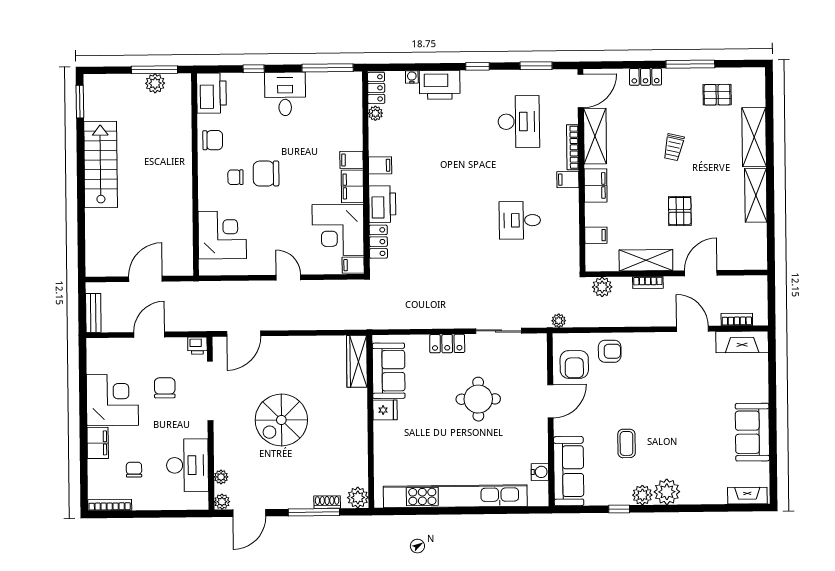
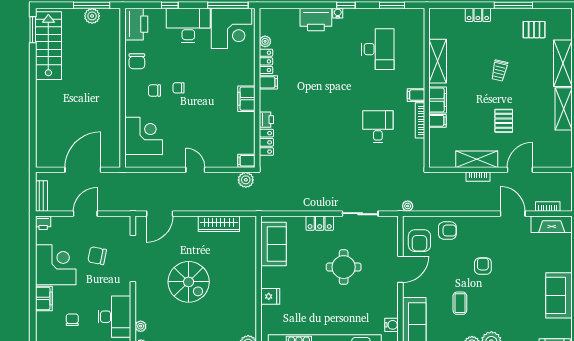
water cooler: (412, 77) -> (338, 13), moved
locker: (376, 88) -> (266, 61), moved
door: (581, 91) -> (427, 25), removed
desk: (285, 94) -> (188, 25), width x1.37
chair: (213, 140) -> (137, 61), turned 90
bookcase: (573, 147) -> (420, 120), moved
filing cabinet: (351, 160) -> (246, 78), removed
stairs: (101, 165) -> (48, 46), moved
chair: (266, 174) -> (179, 88), width x0.54, depth x0.54
printer: (382, 204) -> (266, 120), width x0.53, depth x0.68
desk: (520, 220) -> (378, 127), turned 90
corner desk: (338, 230) -> (231, 28), moved, turned -90
filing cabinet: (596, 235) -> (438, 121), moved
door: (145, 279) -> (83, 170), width x1.36
plant: (602, 287) -> (246, 180), moved
printer: (197, 346) -> (43, 223), moved
wardrobe: (357, 361) -> (219, 224), moved, turned -90
chair: (165, 388) -> (97, 256), turned -79
armchair: (655, 396) -> (483, 266), added
fridge: (385, 410) -> (270, 296), moved
spiral stairs: (281, 420) -> (189, 282), turned -90

